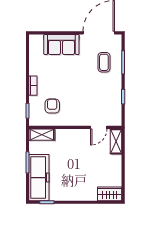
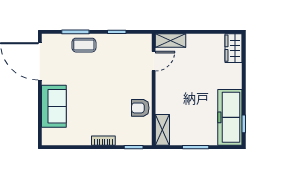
coffee table: (104, 62) -> (84, 45), moved
armchair: (52, 106) -> (140, 108), moved
door: (99, 127) -> (154, 61), hinge flipped
freezer: (39, 178) -> (230, 117), moved, turned -90

